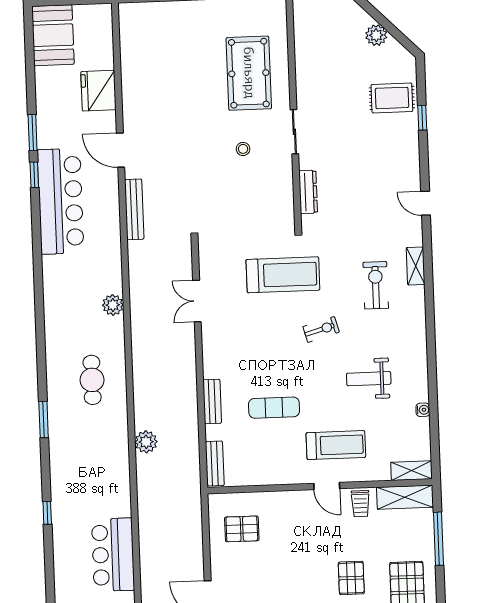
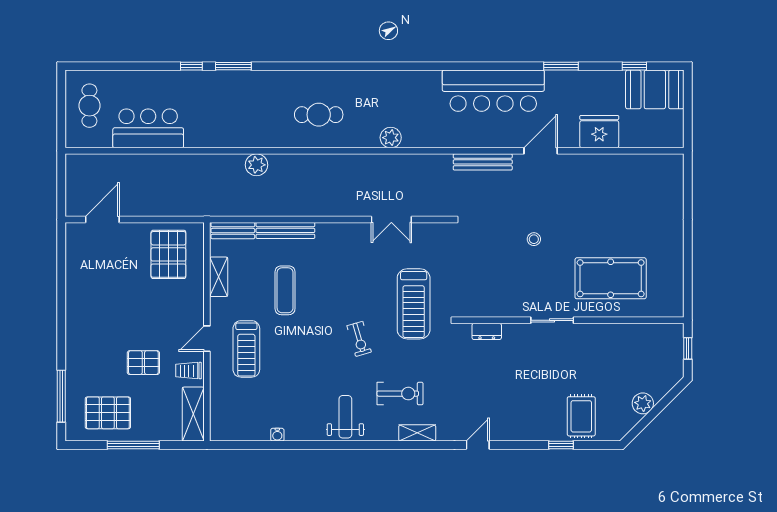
stool: (243, 149) -> (534, 239), moved
window: (34, 175) -> (634, 66), moved
dresser: (308, 192) -> (487, 331), width x0.70
double door: (197, 301) -> (391, 219), swing flipped
weight bench: (369, 379) -> (345, 417), moved
bench: (212, 402) -> (285, 230), width x1.36
window: (44, 419) -> (233, 66), moved
shelving: (411, 471) -> (219, 277), moved
pallet: (242, 529) -> (168, 254), width x1.50, depth x1.42
window: (438, 539) -> (133, 445), moved
pallet: (351, 578) -> (143, 363), moved

